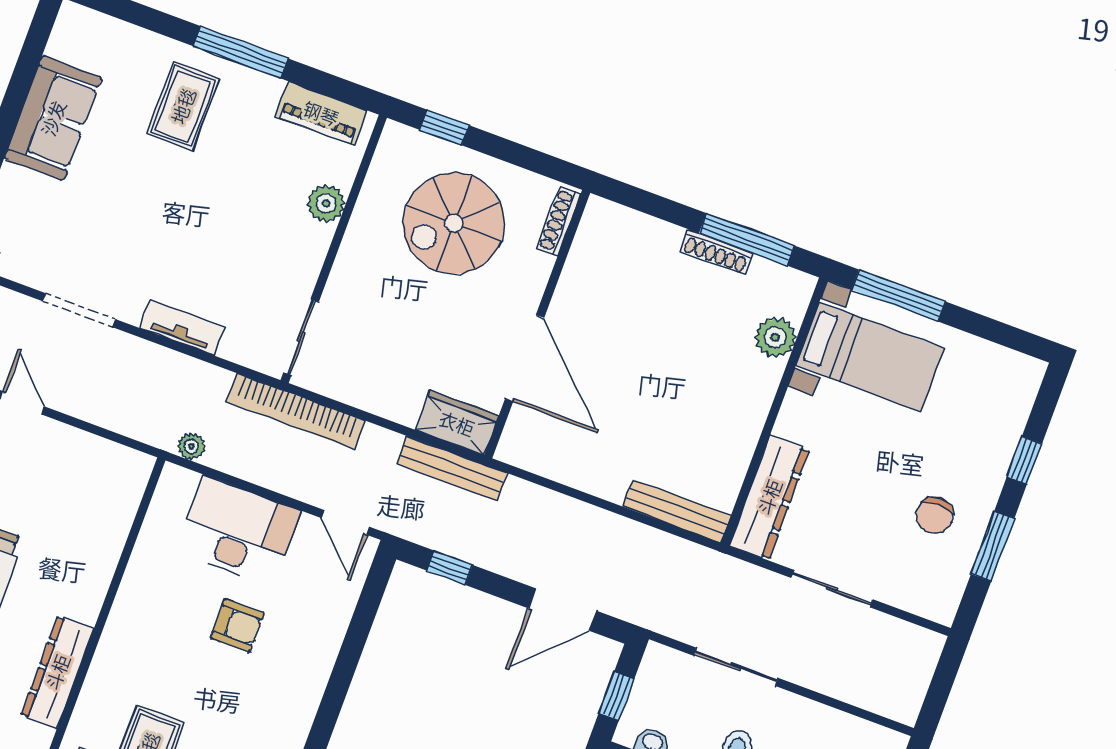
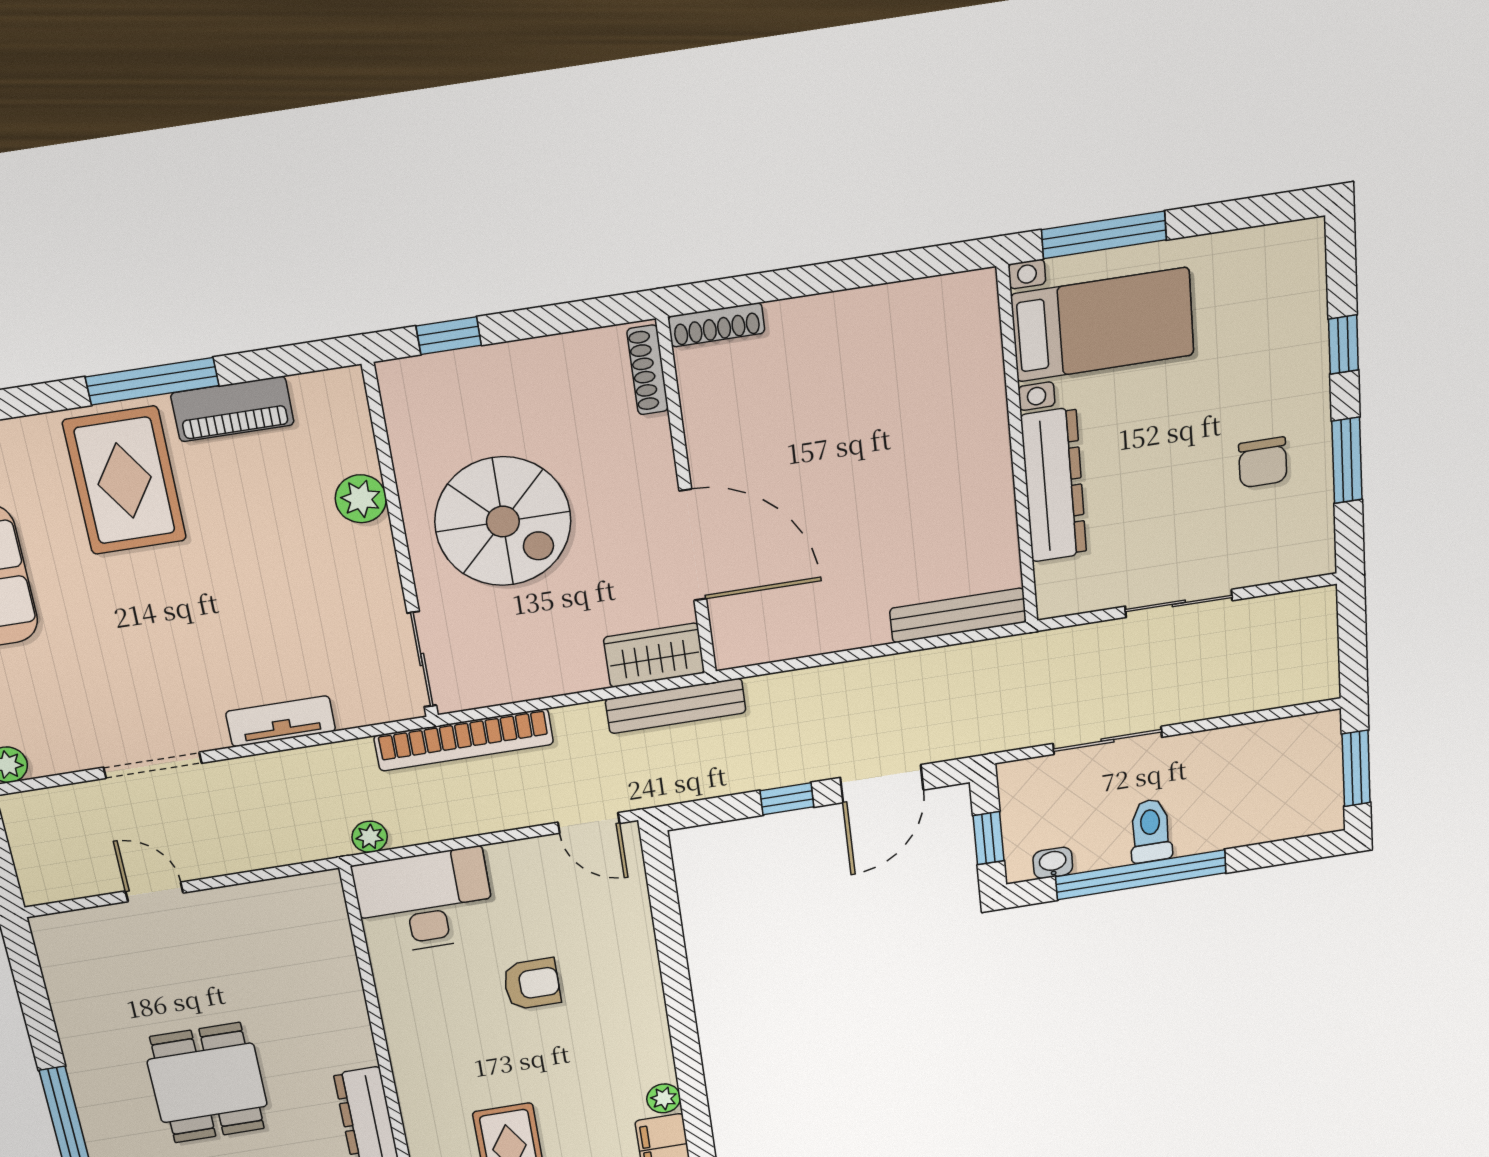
rug: (183, 106) -> (125, 481), width x1.36, depth x1.43
piano: (321, 113) -> (232, 409), moved
spiral stairs: (454, 223) -> (503, 522), moved, turned -90
window: (747, 239) -> (886, 268), removed
shoe rack: (716, 252) -> (716, 325), moved
plant: (775, 337) -> (978, 364), removed
dresser: (769, 497) -> (1054, 485), moved
desk: (238, 531) -> (425, 901), moved
window: (450, 568) -> (787, 799), moved

